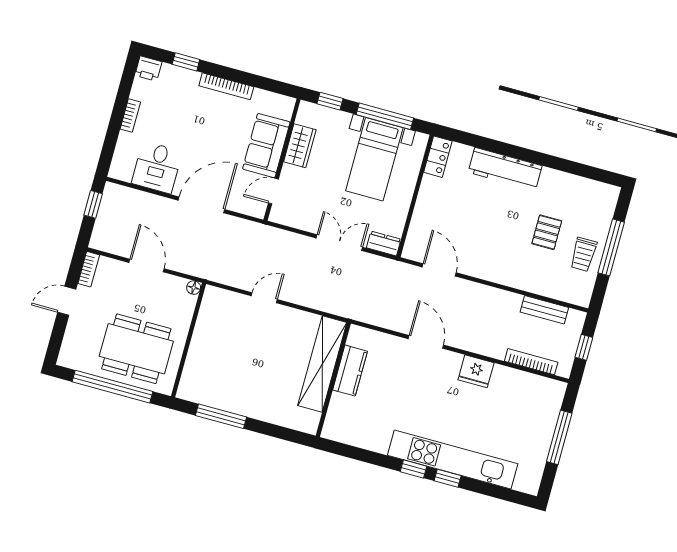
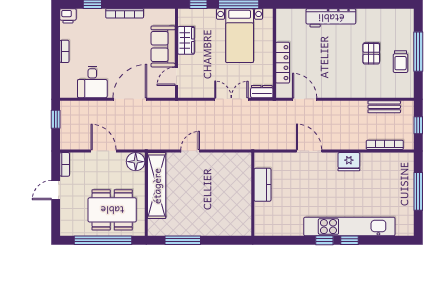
locker: (438, 157) -> (283, 63), moved, width x1.53
floor lamp: (194, 288) -> (136, 162), width x1.89, depth x1.89
shelving: (322, 364) -> (157, 186), moved

